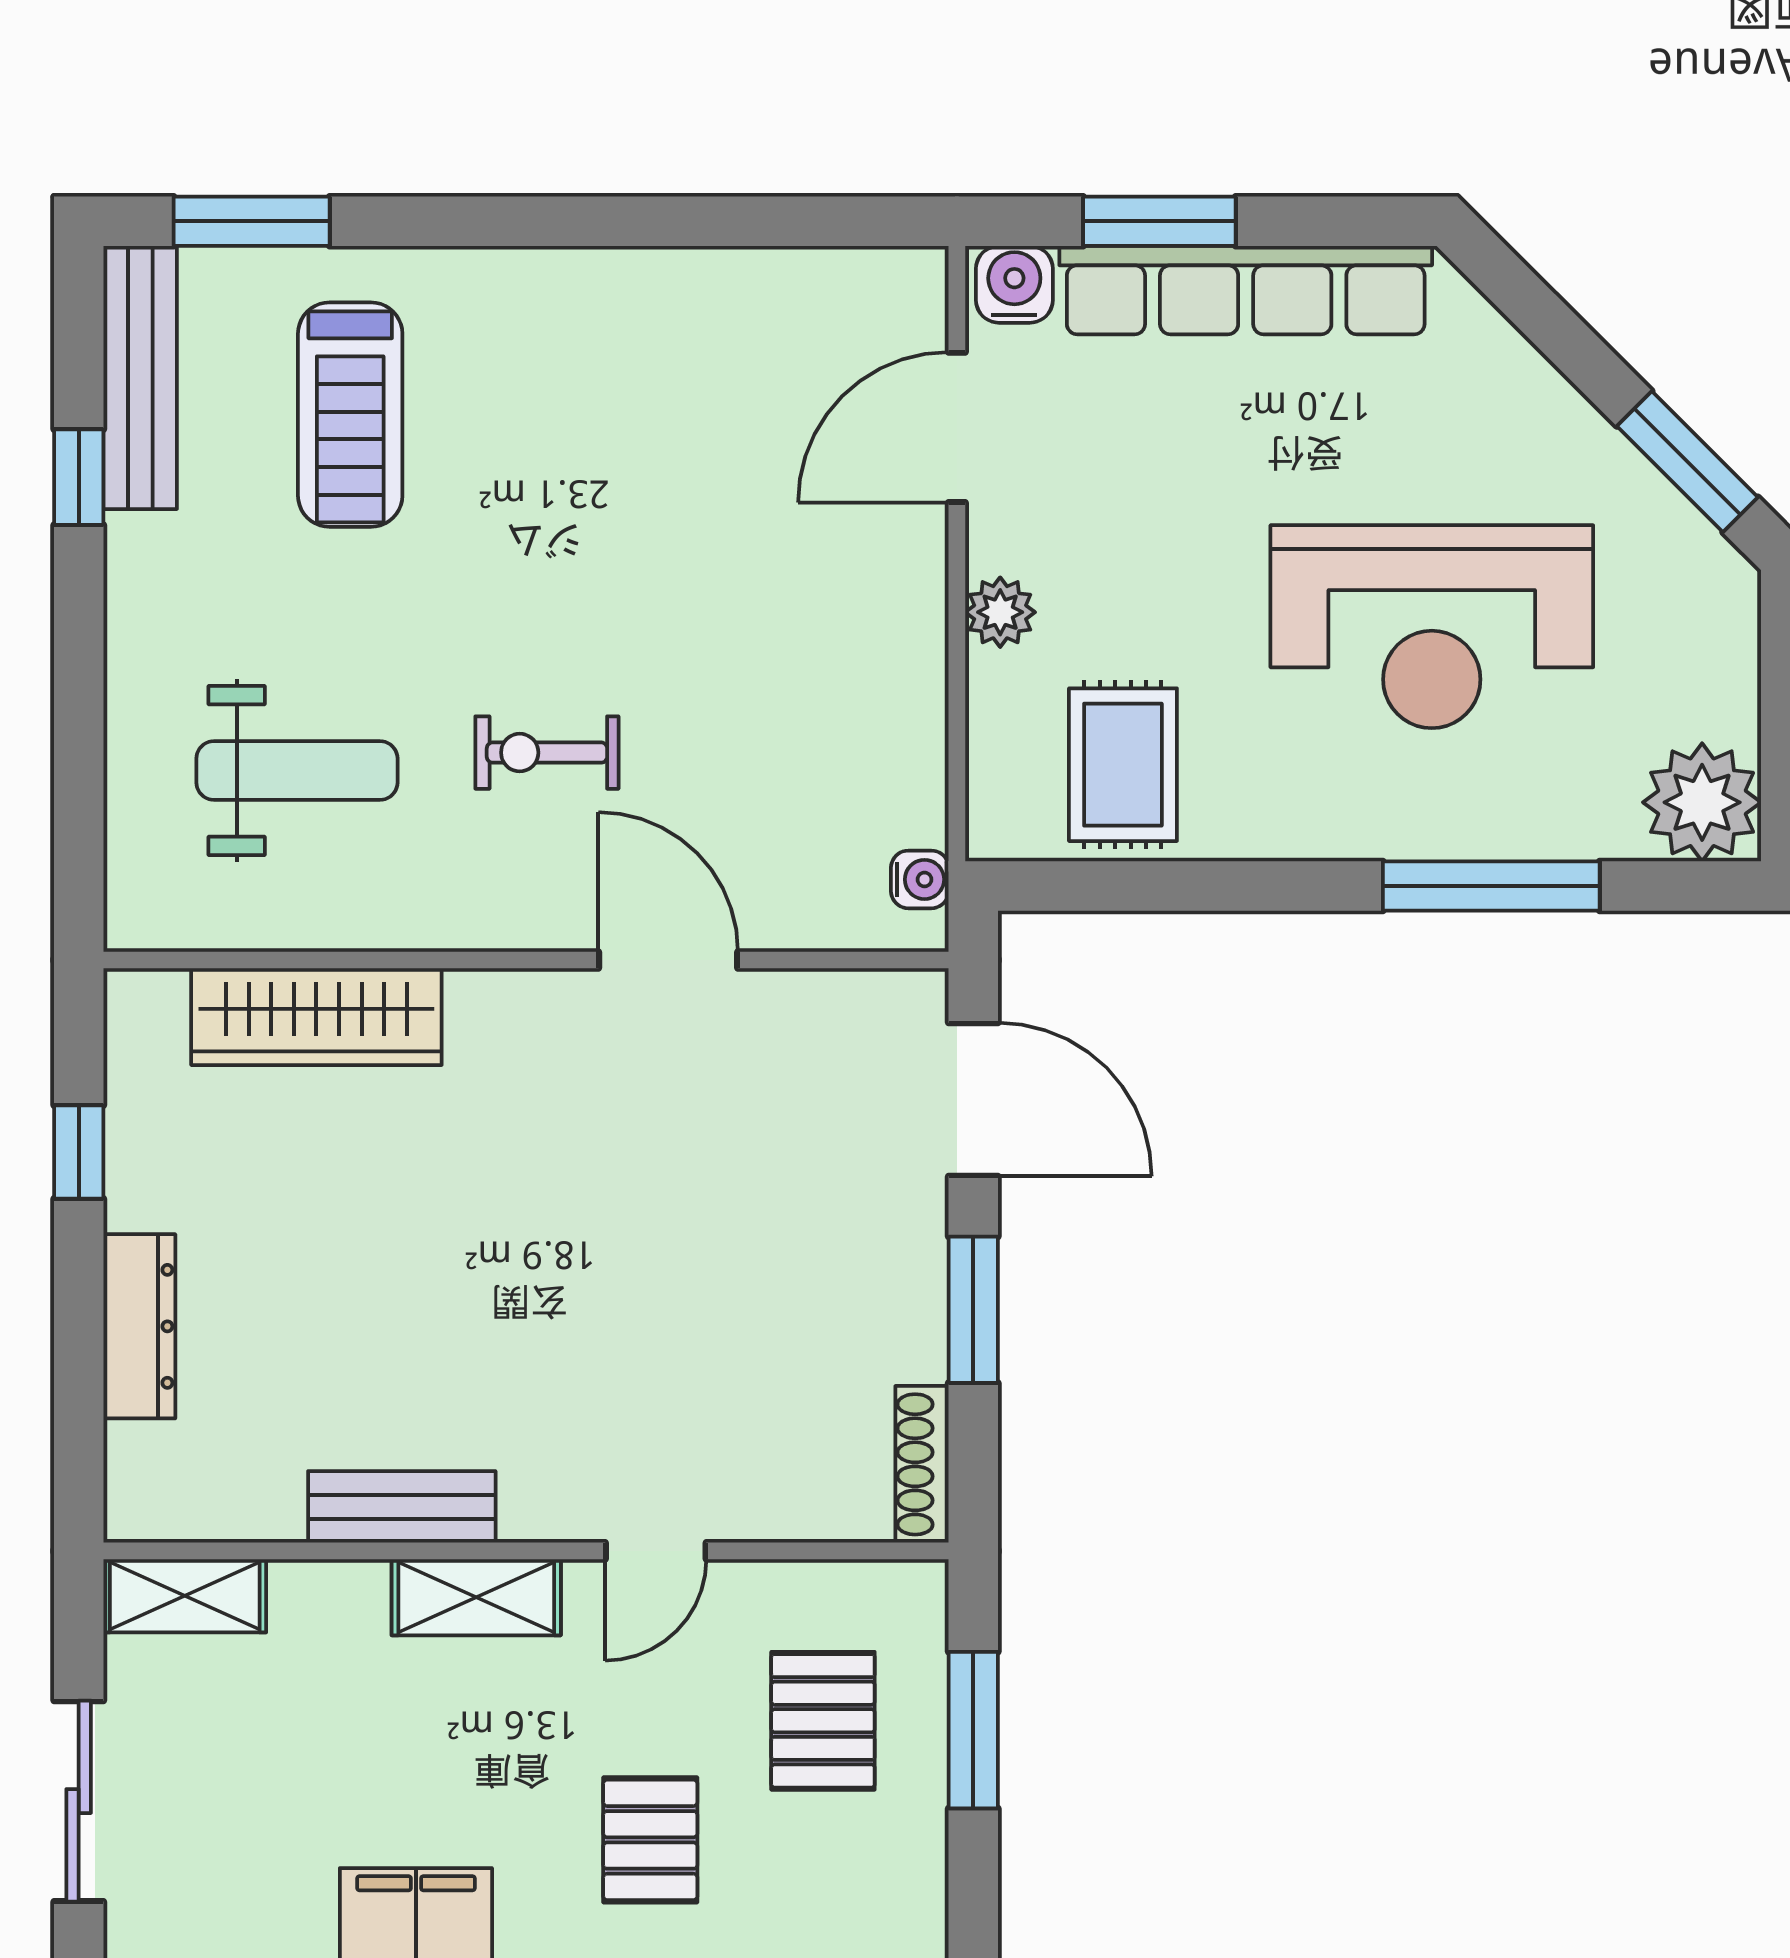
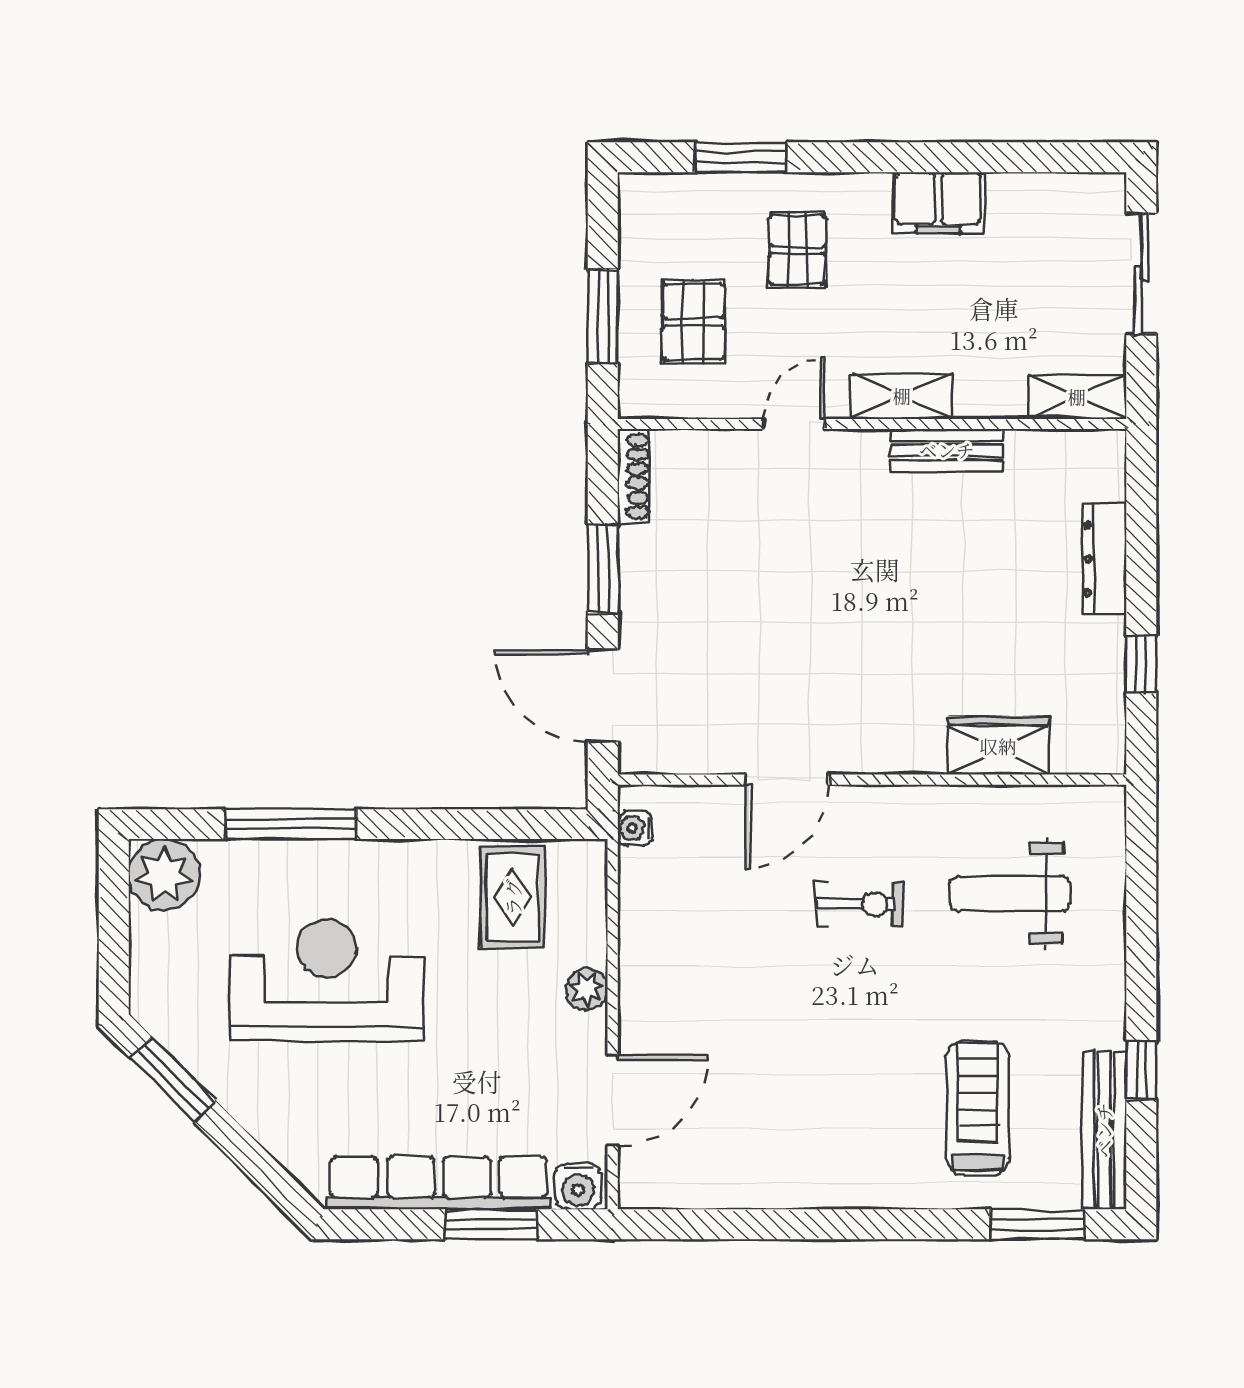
door: (668, 960) -> (786, 780), hinge flipped
wardrobe: (316, 1017) -> (998, 746), width x0.67

